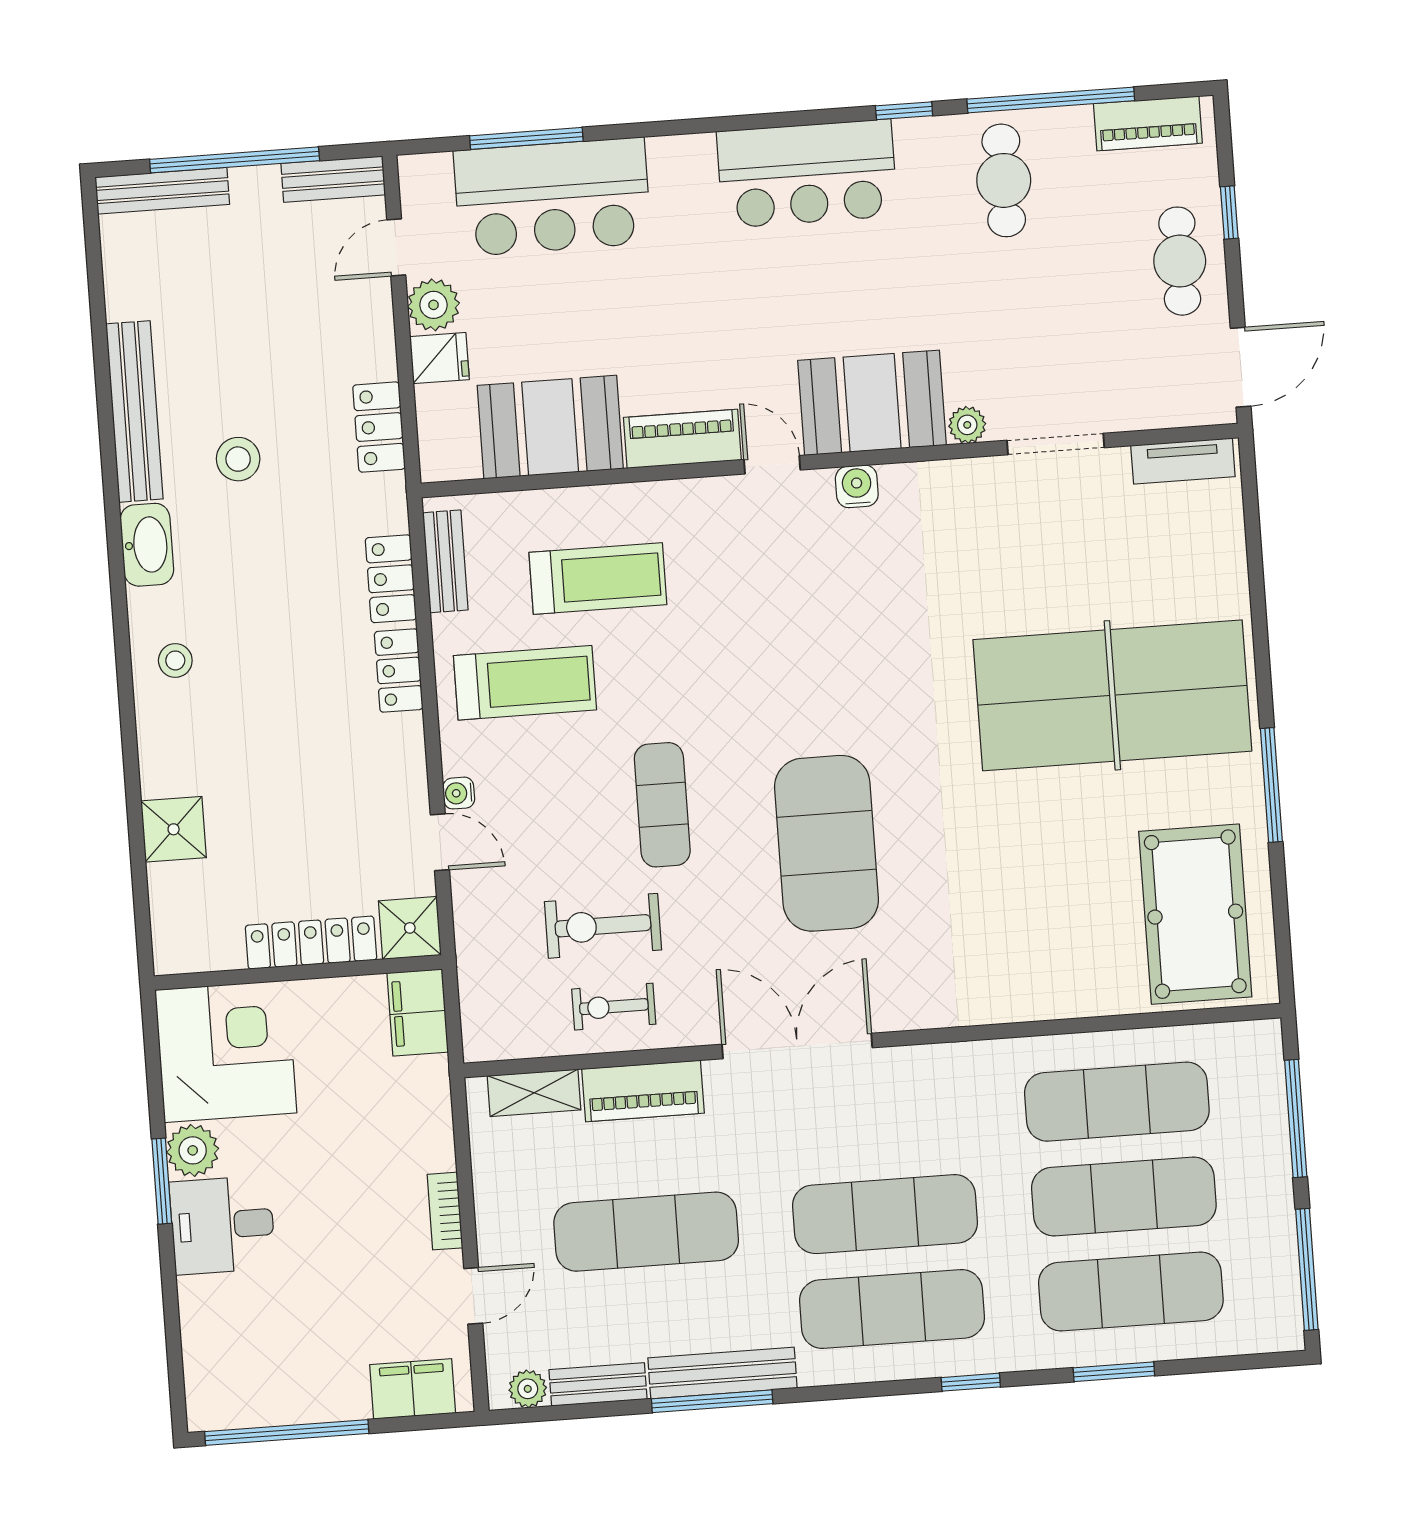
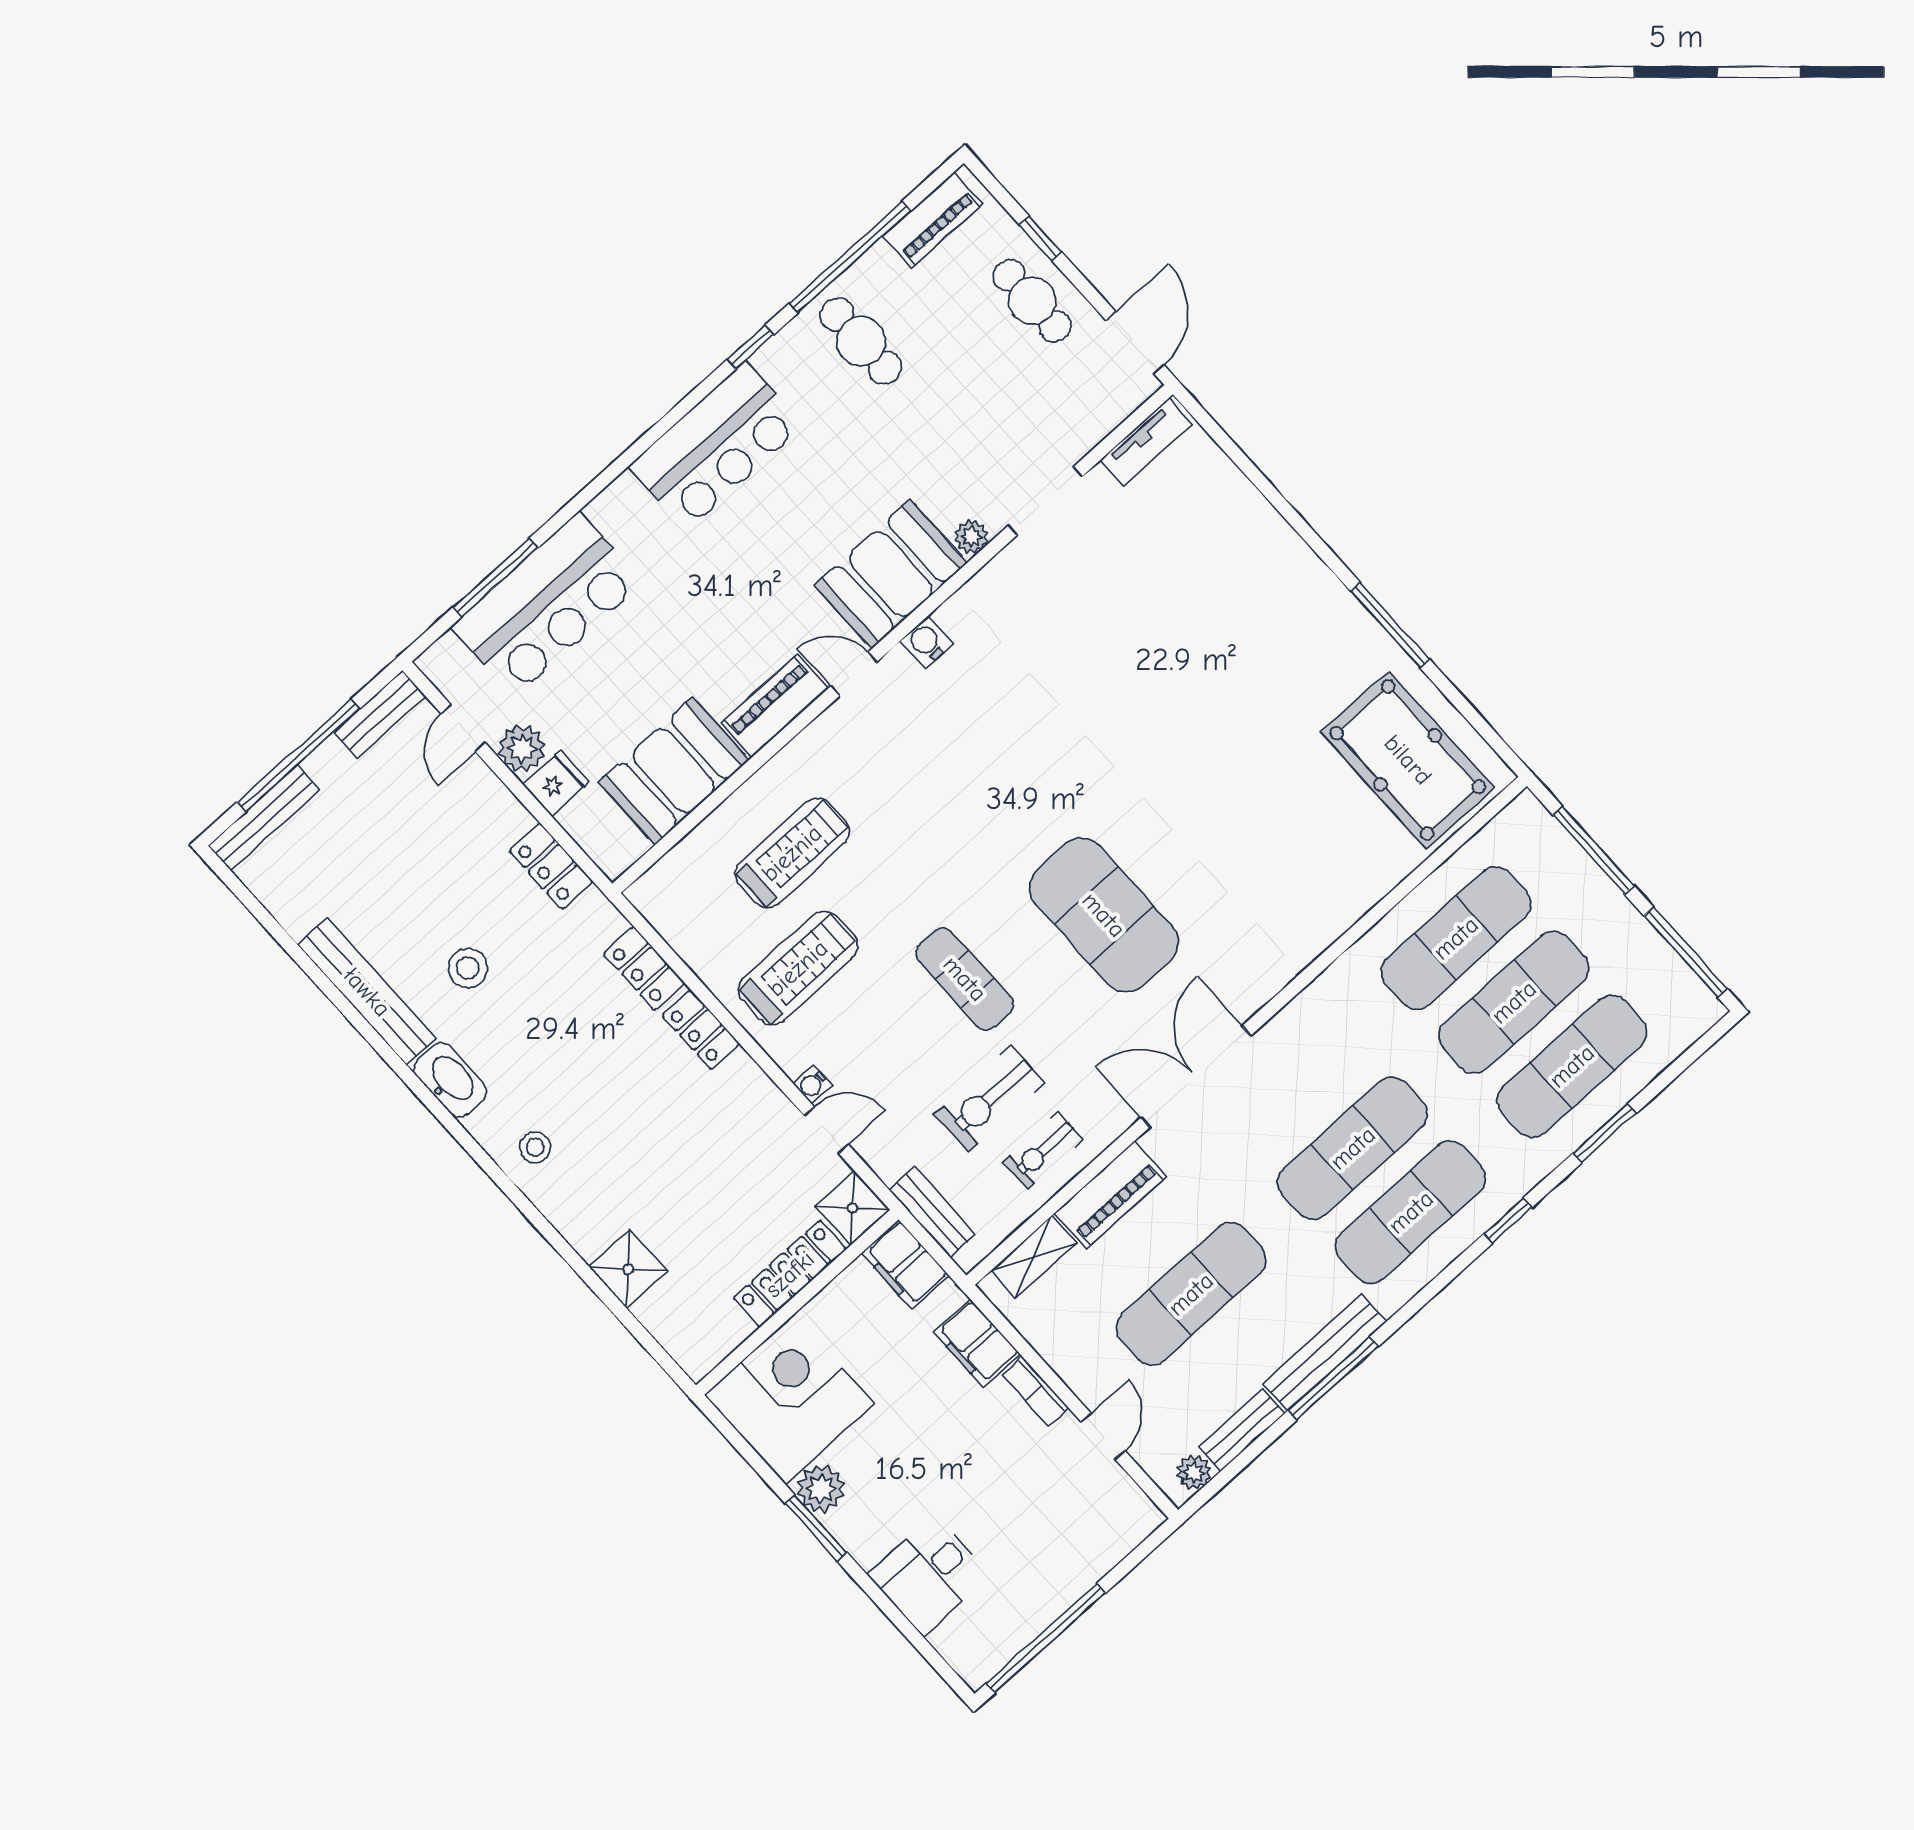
bench: (445, 561) -> (932, 1212), moved
table tennis table: (1112, 695) -> (1226, 649), removed
desk: (222, 1225) -> (929, 1575), moved
filing cabinet: (413, 1389) -> (977, 1343), moved, turned -90

